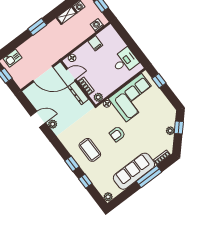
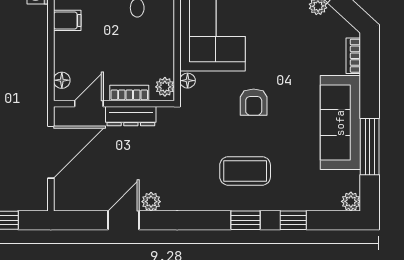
window: (149, 177) -> (370, 147), moved

